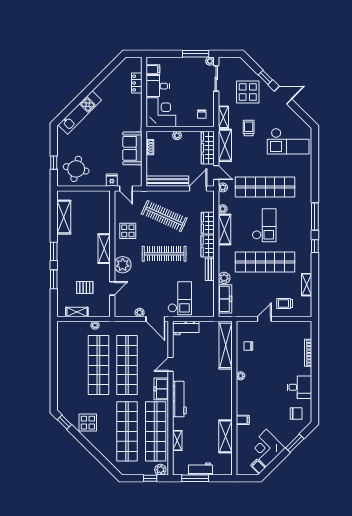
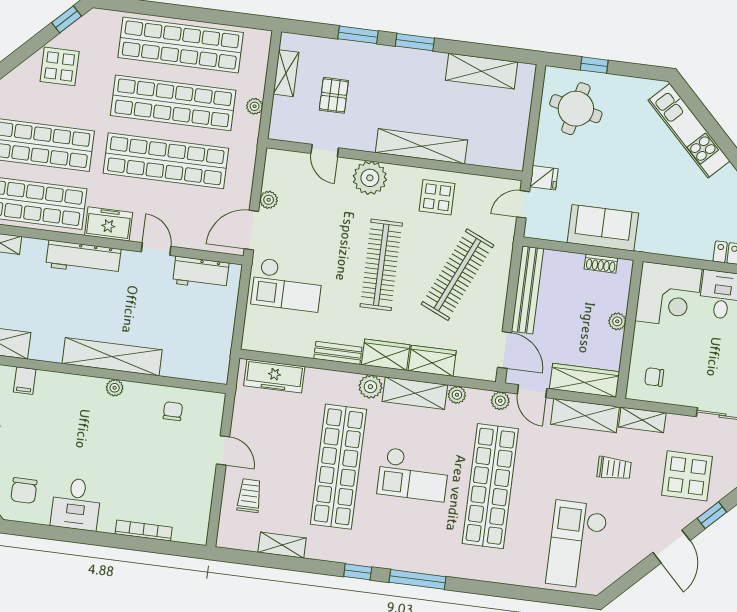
door: (216, 173) -> (532, 391), hinge flipped
shelving: (104, 249) -> (421, 146), width x1.47
plant: (224, 278) -> (370, 387), moved
workbench: (186, 328) -> (201, 273), moved, turned -90
shelving: (226, 345) -> (112, 357), moved
shop shelf: (70, 365) -> (181, 45), added

